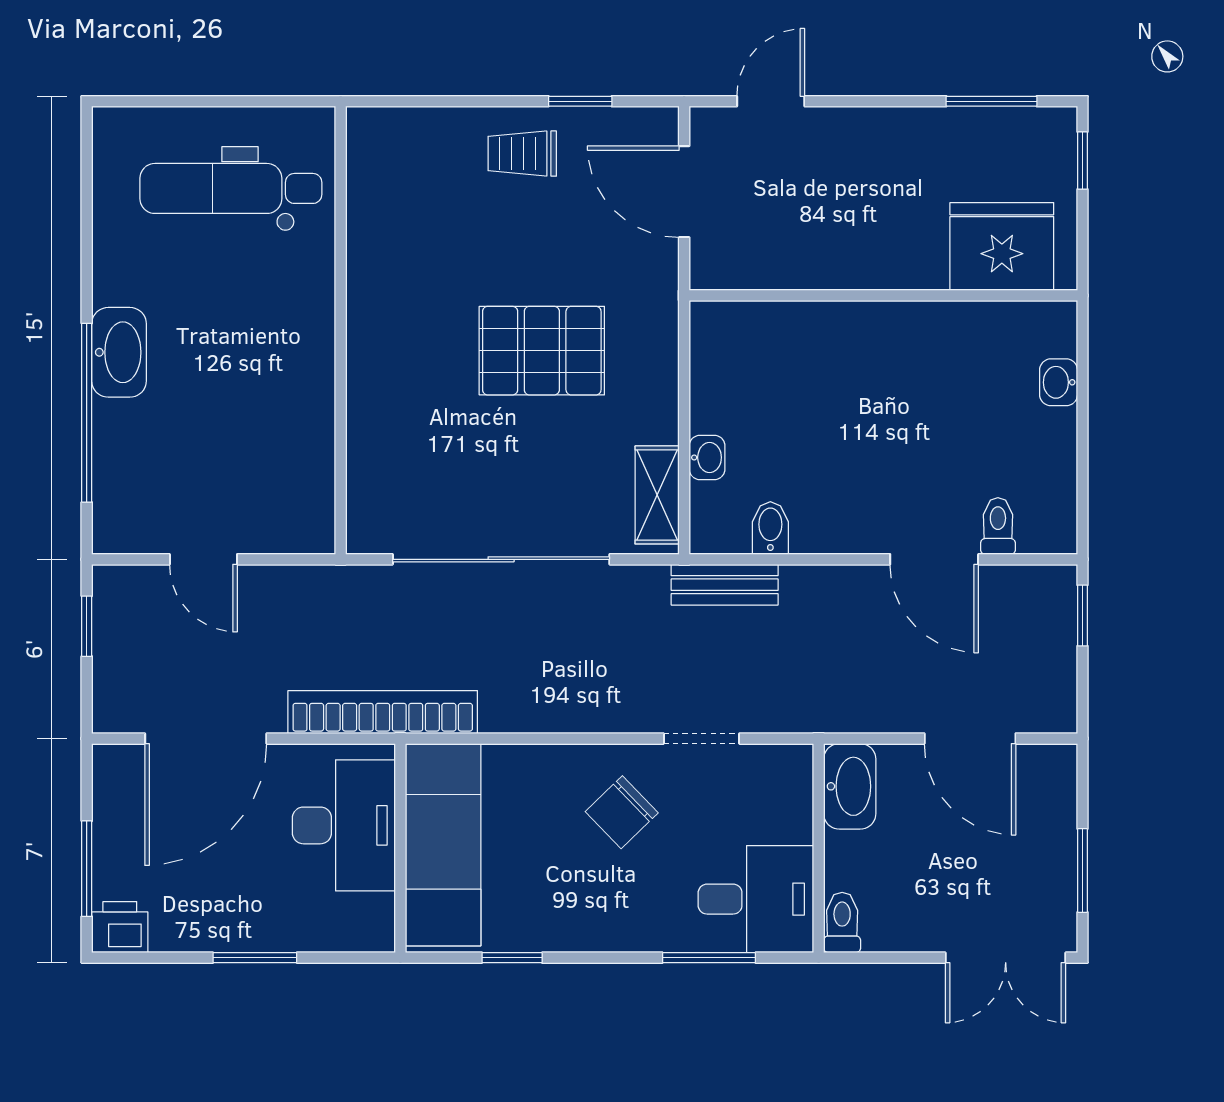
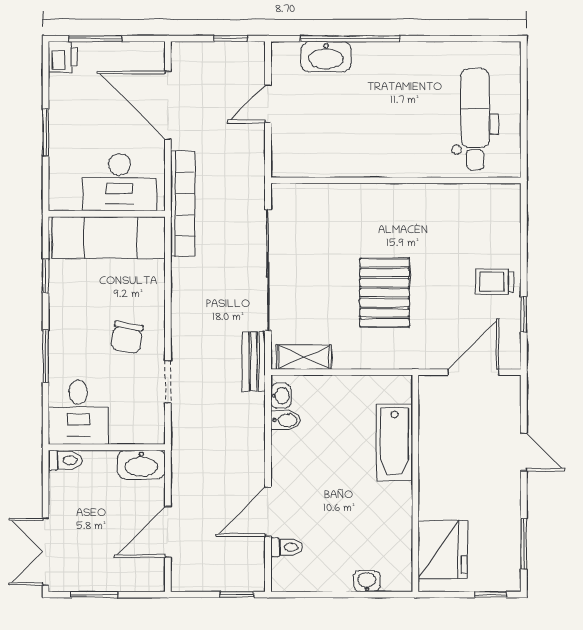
door: (771, 101) -> (524, 452), moved
trolley: (522, 154) -> (495, 282), turned -90
bathtub: (810, 333) -> (394, 442), added
washbasin: (119, 352) -> (326, 57), moved
washbasin: (707, 457) -> (281, 396), moved, turned -90
bench: (725, 585) -> (254, 362), moved
chair: (622, 812) -> (127, 337), turned -126
window: (709, 958) -> (46, 356), moved

